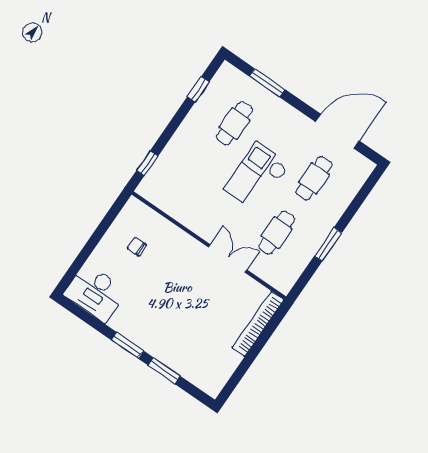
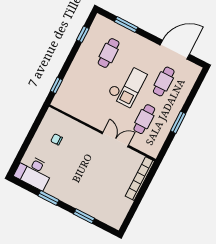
checkout: (257, 177) -> (127, 85), turned 180
window: (127, 345) -> (49, 198), moved

